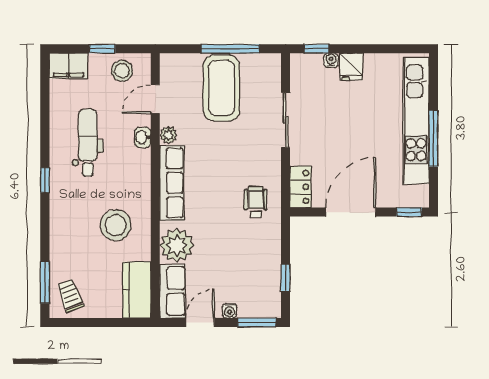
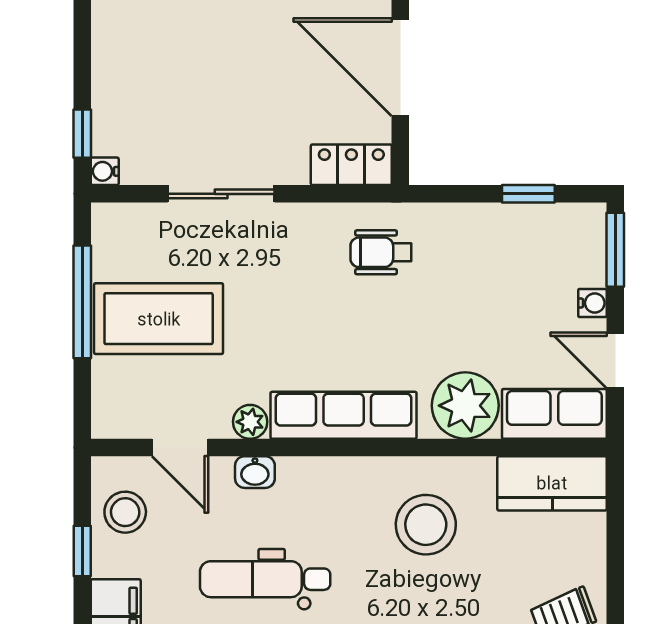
water cooler: (331, 60) -> (105, 171), moved
fridge: (351, 67) -> (117, 66), removed

